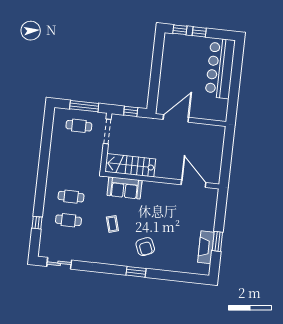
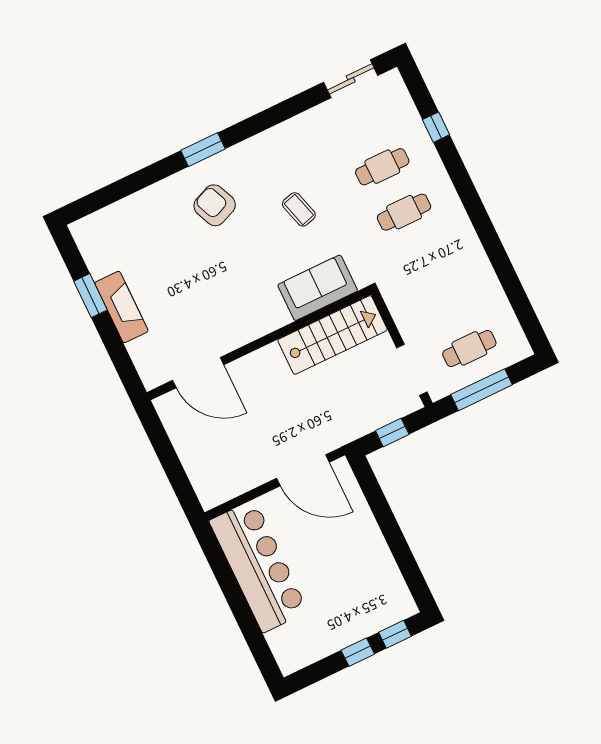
bar counter: (220, 68) -> (258, 566), moved
door: (176, 118) -> (303, 470), hinge flipped
fireplace: (206, 247) -> (121, 307), moved

